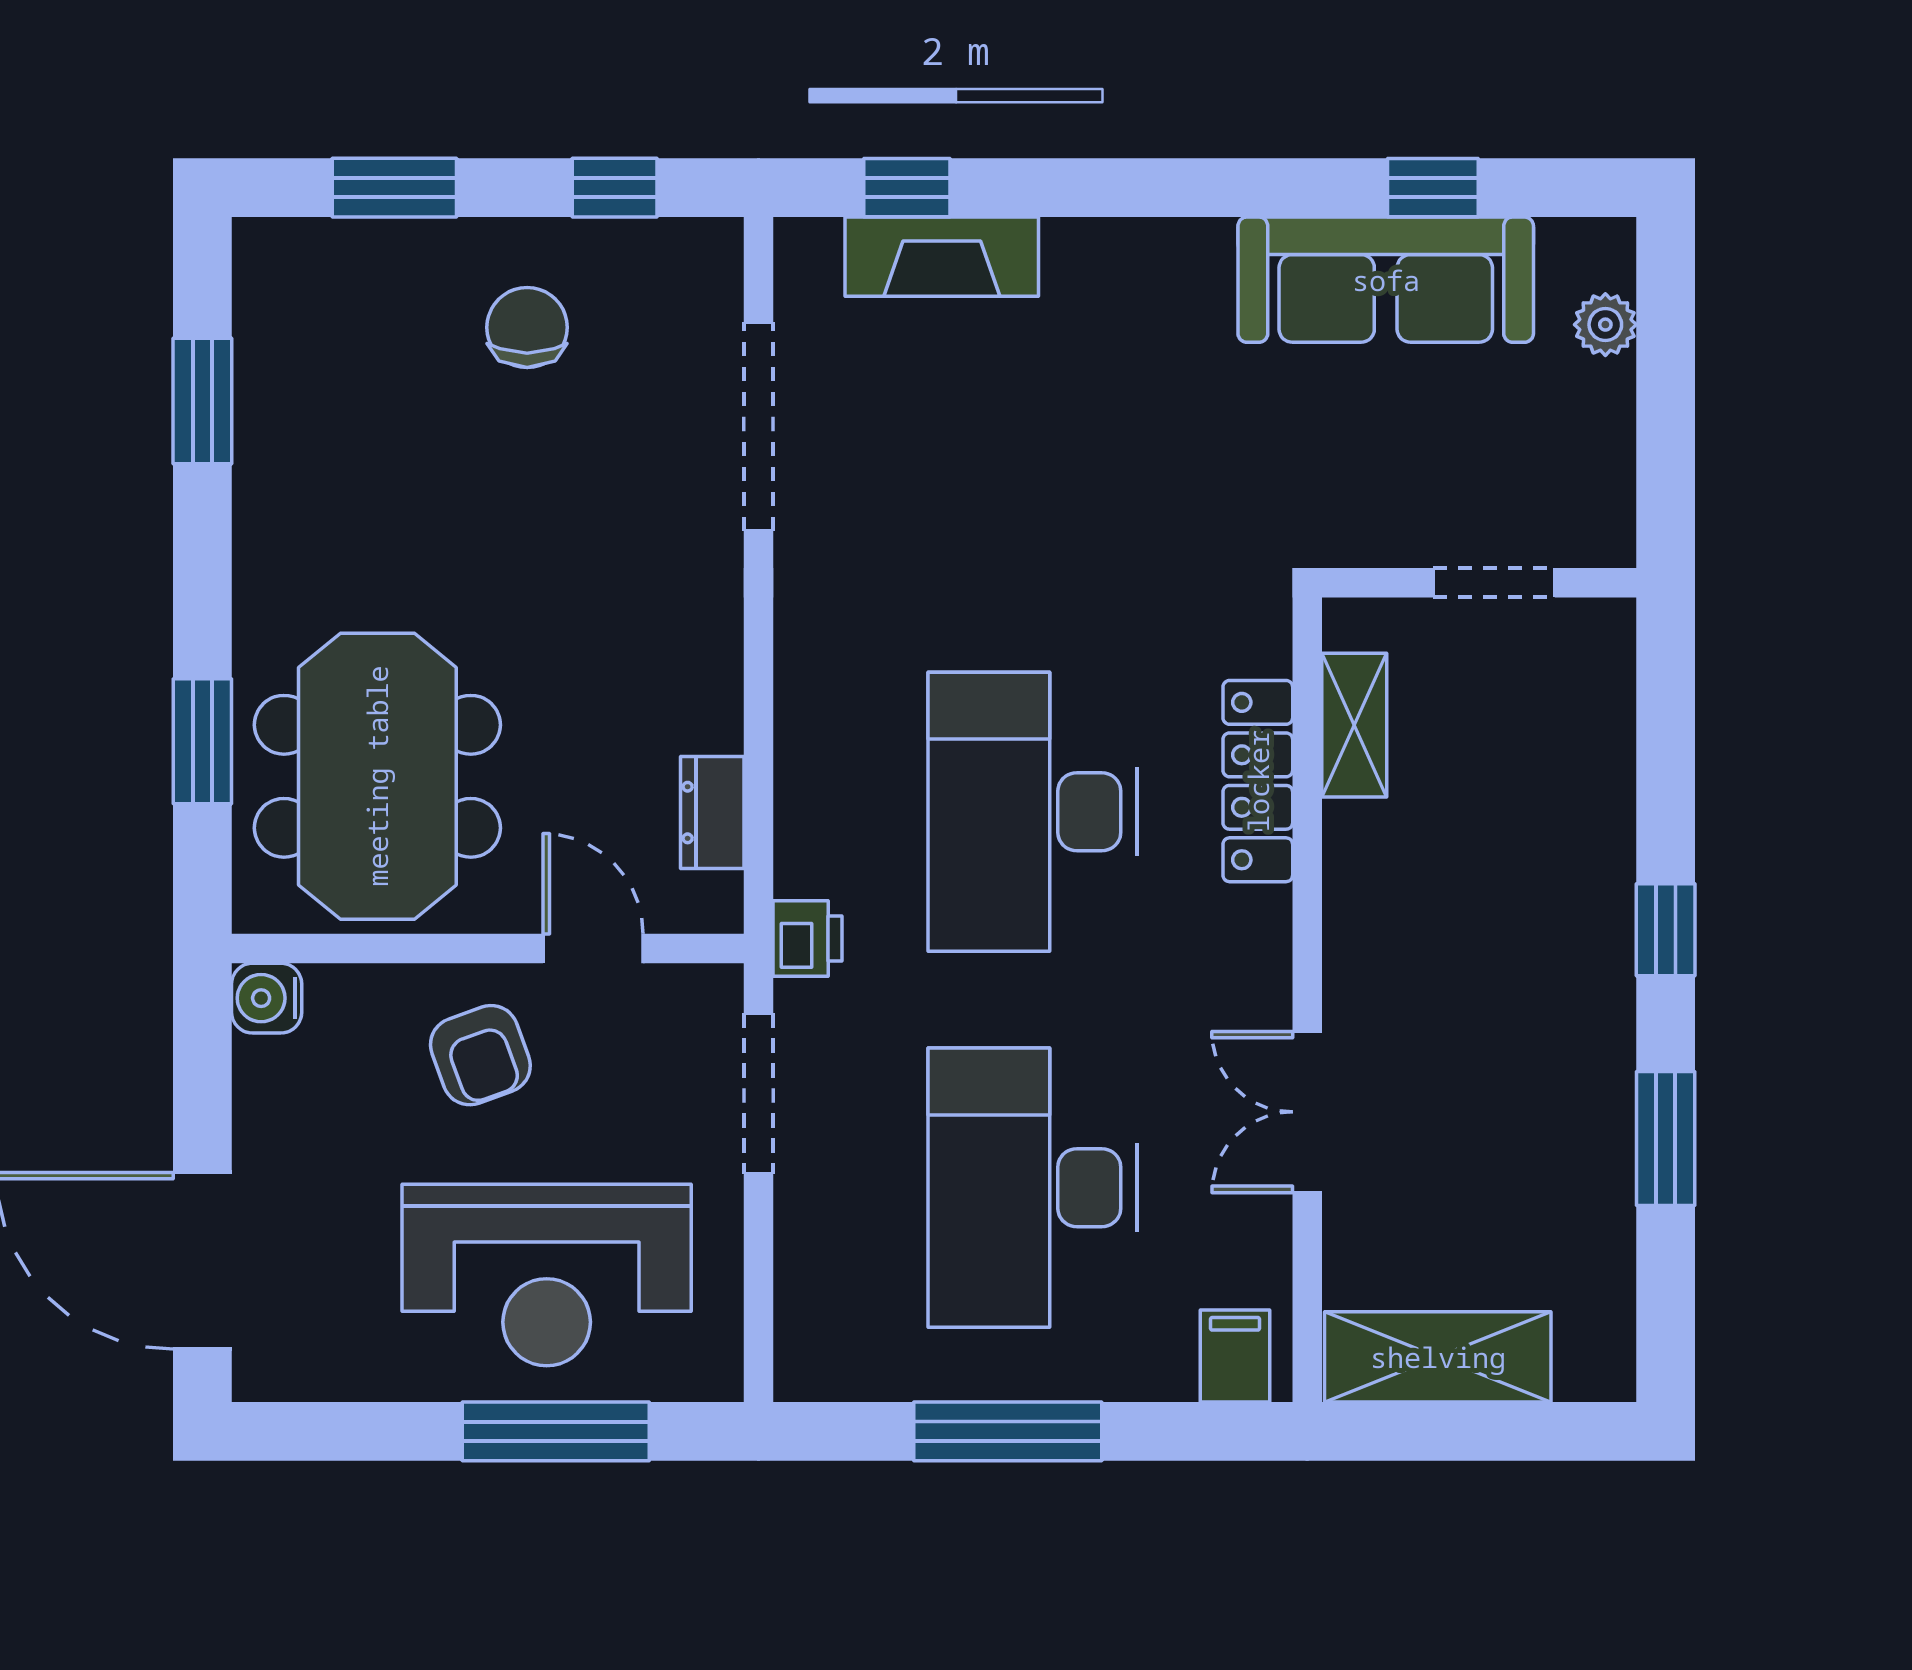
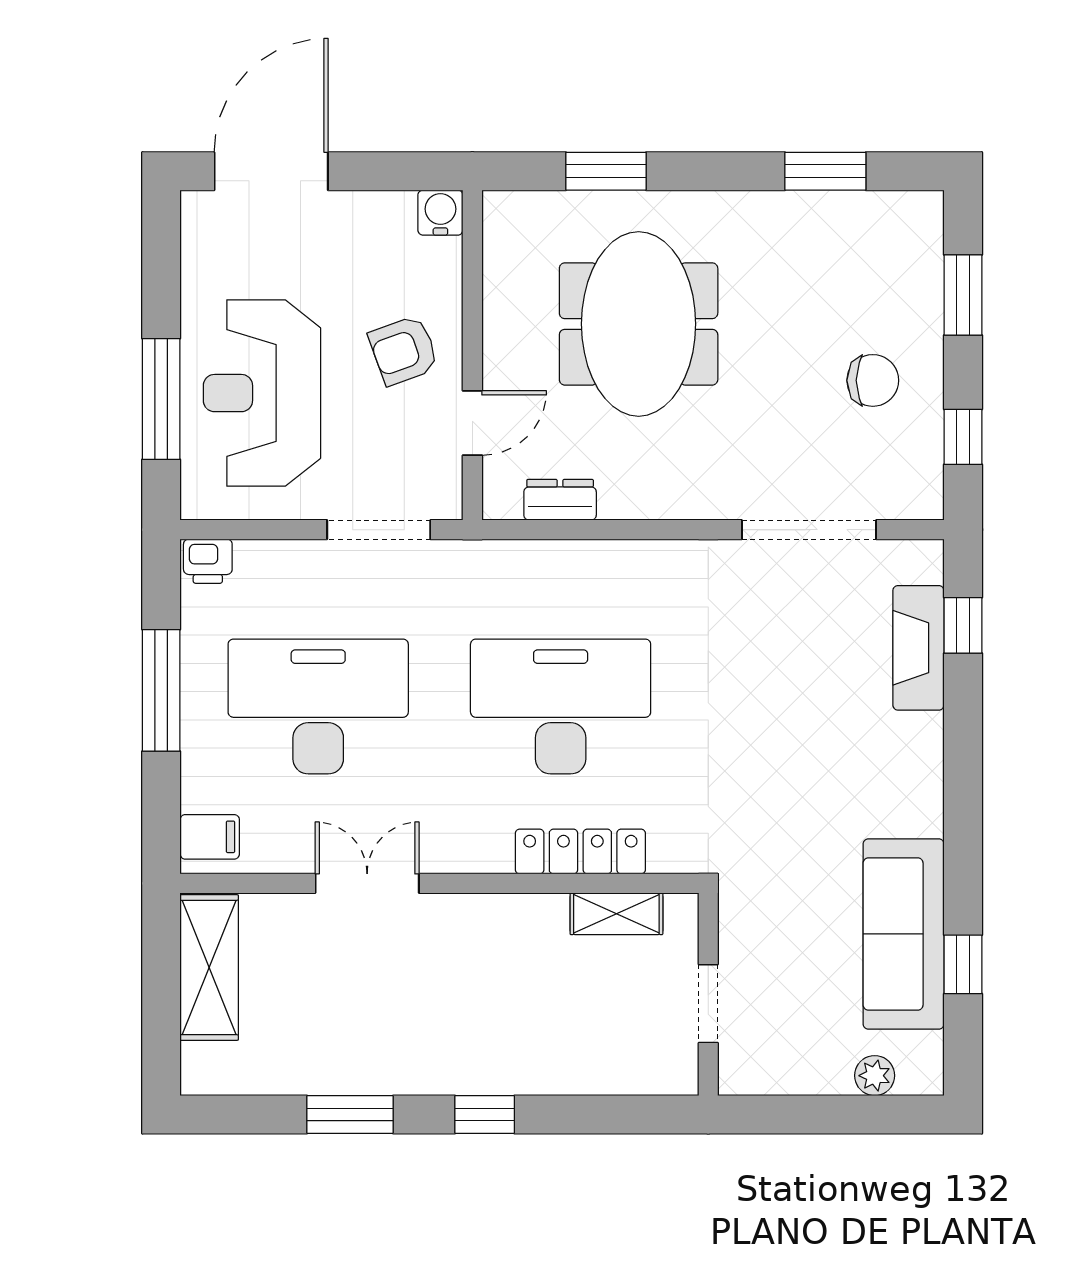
meeting table: (377, 776) -> (639, 324), moved, turned 90
printer: (807, 939) -> (208, 561), moved

